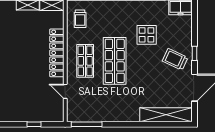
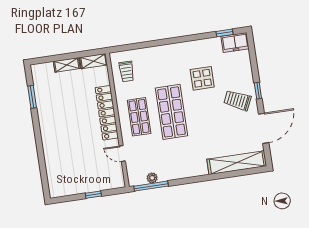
plant: (89, 117) -> (152, 178), added

